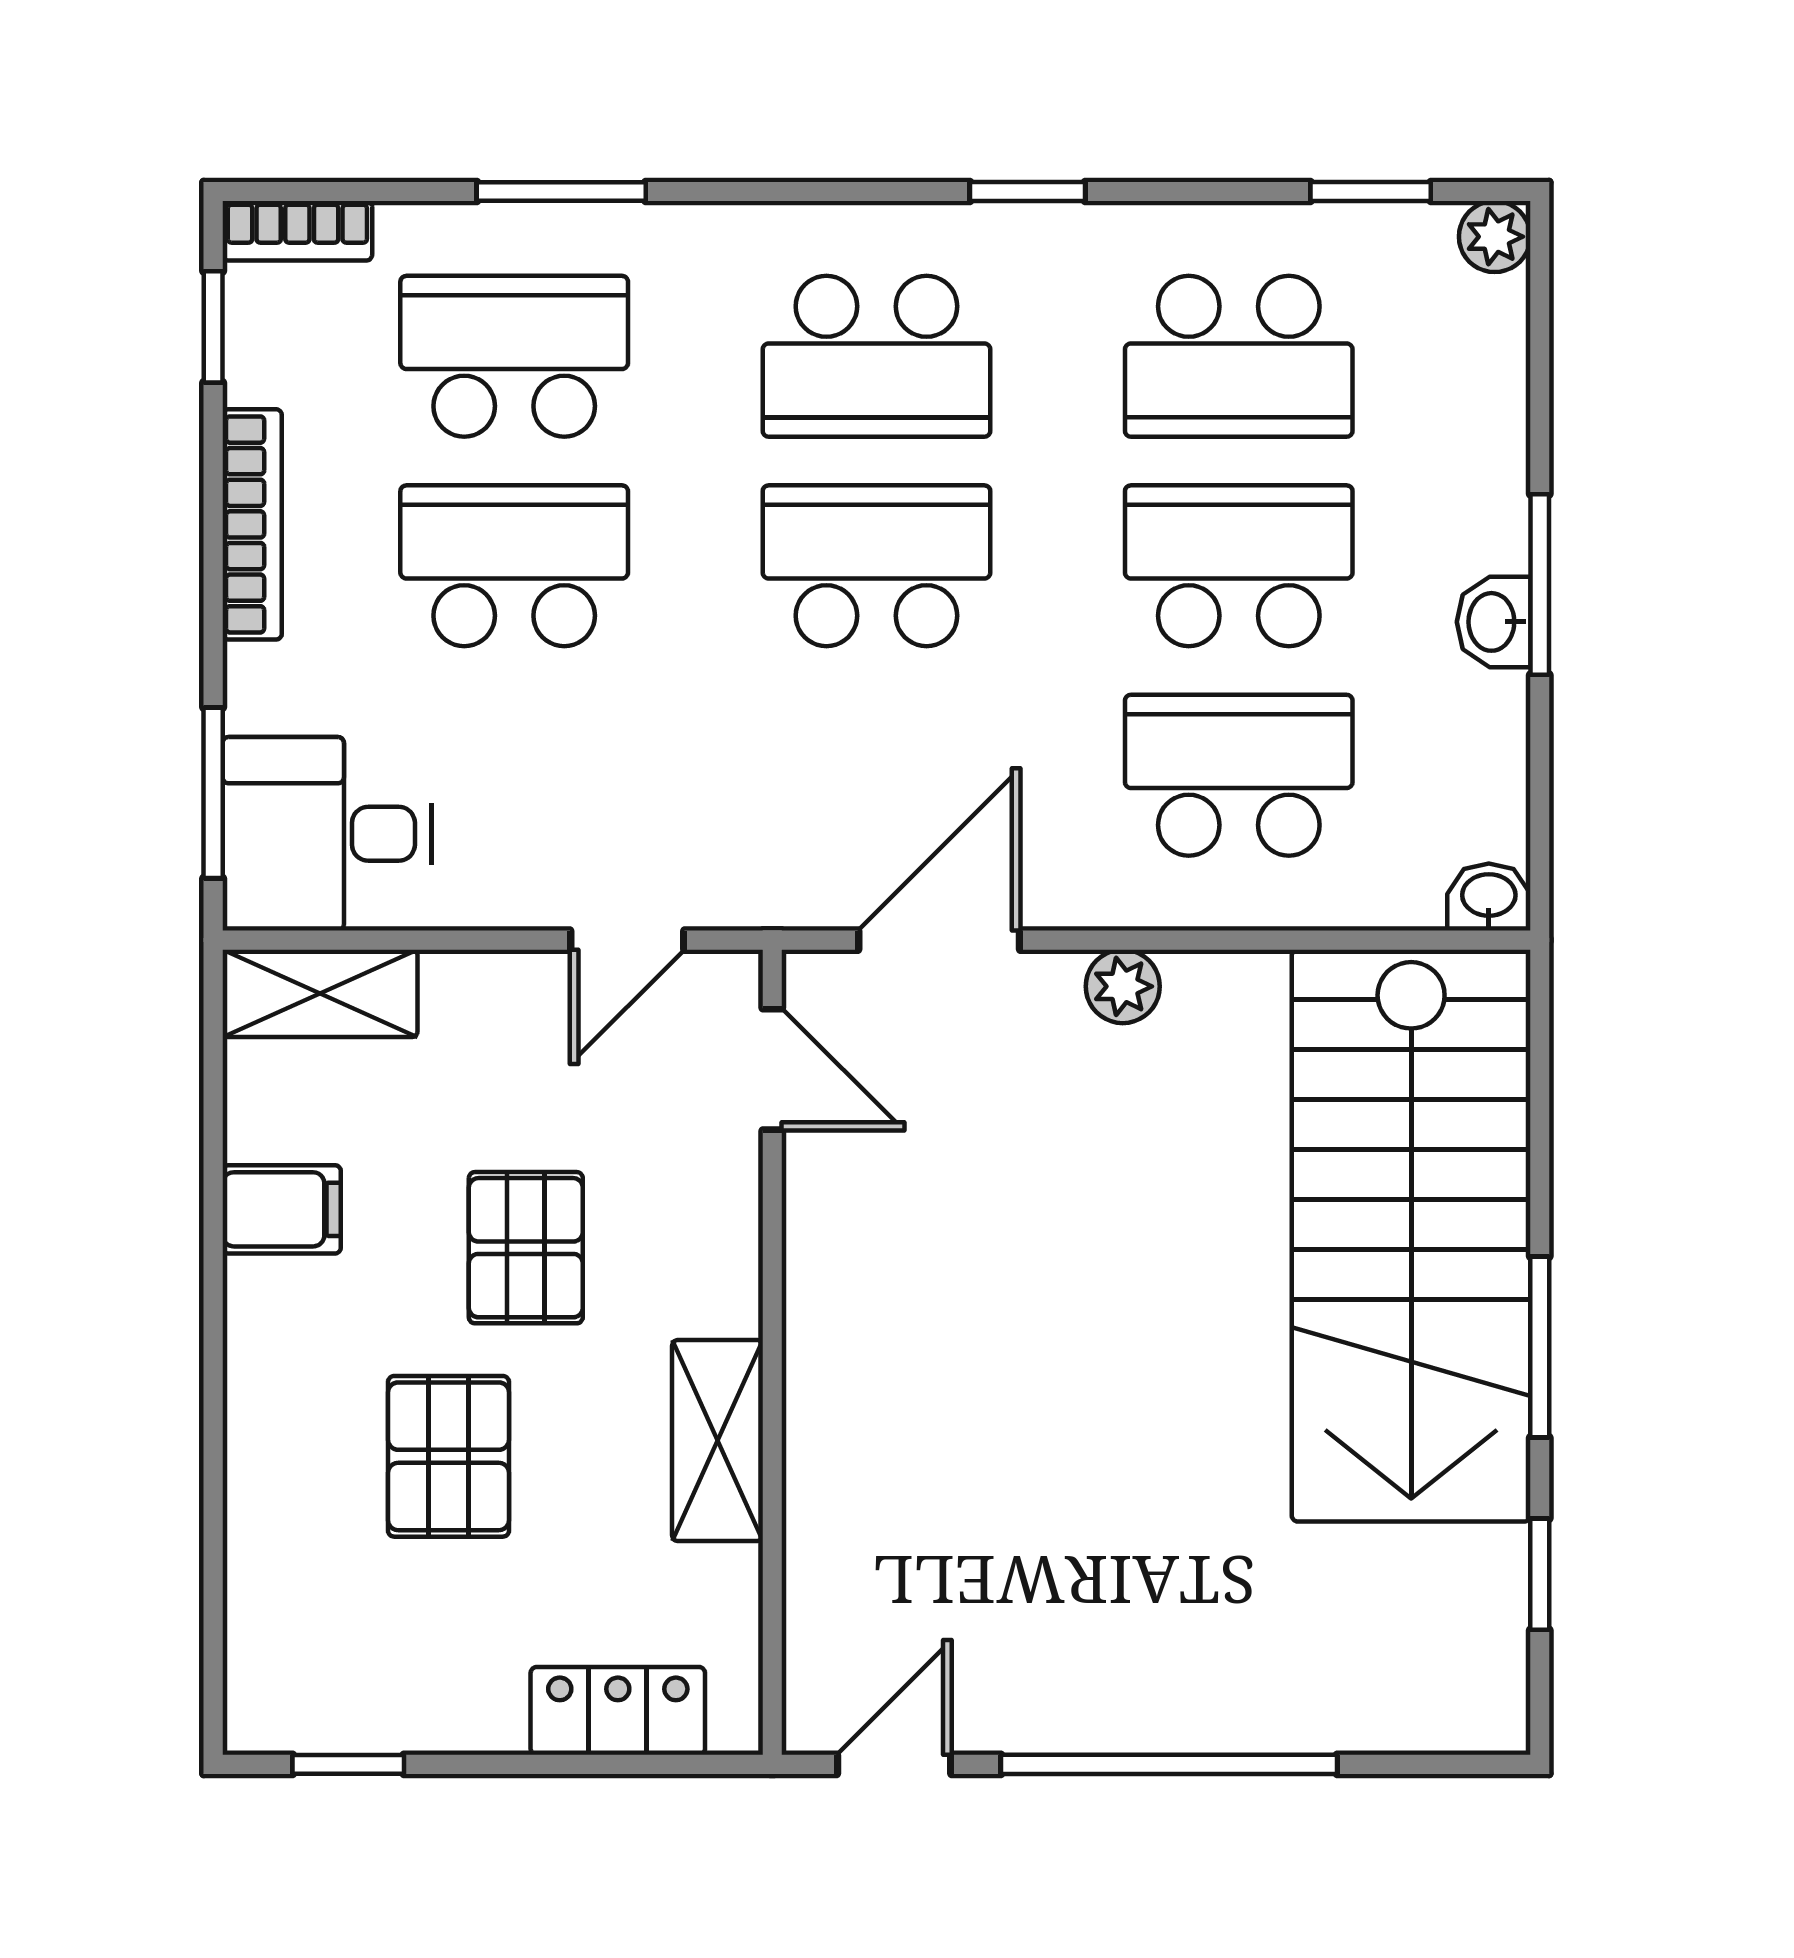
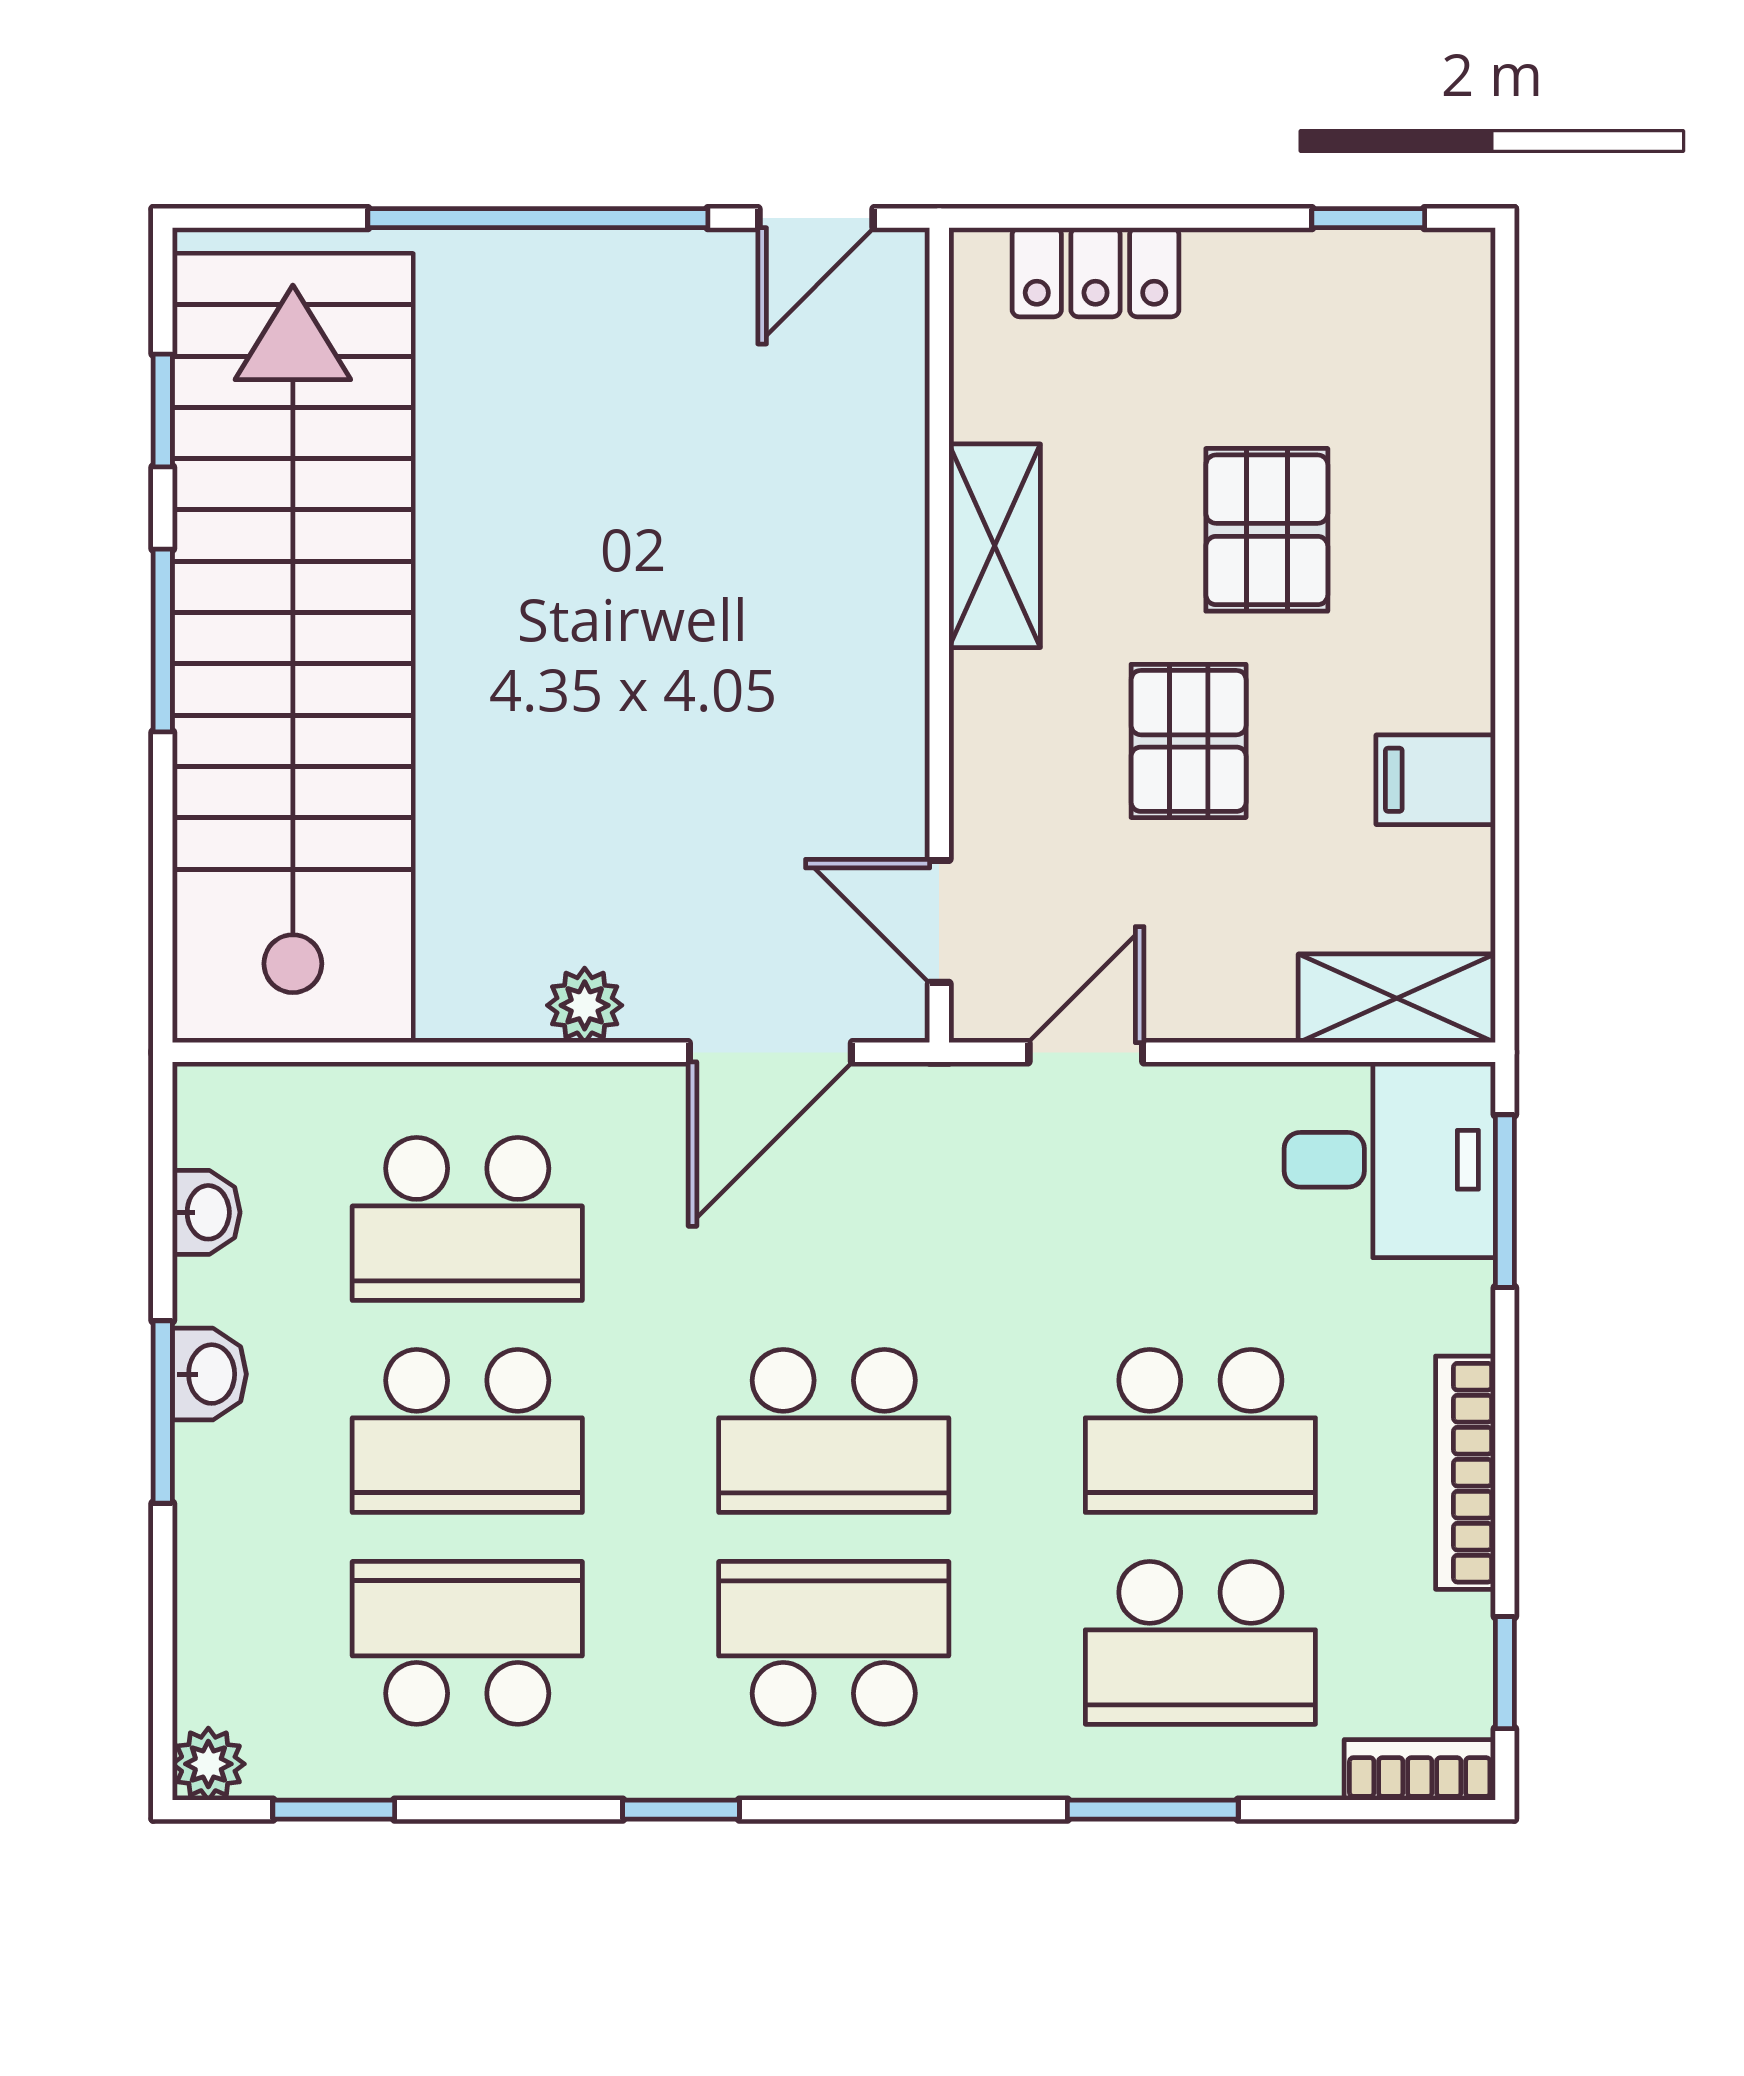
washbasin: (1489, 897) -> (206, 1212), moved, turned -90
stairs: (1411, 1236) -> (293, 648), width x1.36

